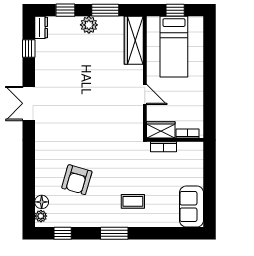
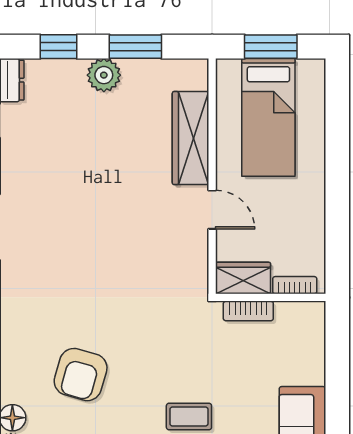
window: (175, 10) -> (271, 47), width x1.50
wardrobe: (134, 40) -> (191, 138), moved

